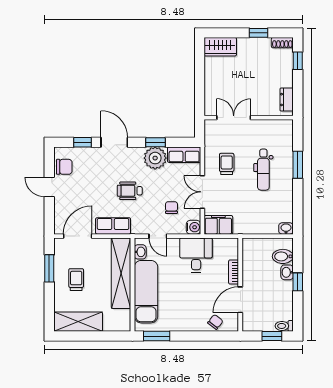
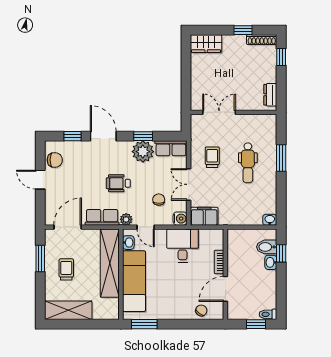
shoe rack: (282, 43) -> (262, 40), width x1.43
plant: (138, 228) -> (126, 219), added
window: (298, 282) -> (281, 253), moved

